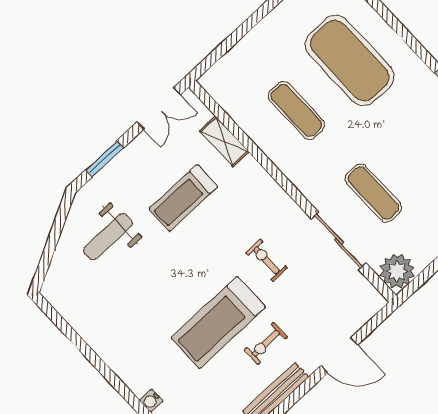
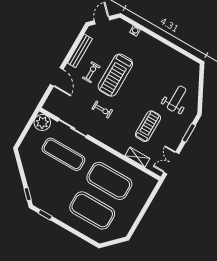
exercise mat: (296, 110) -> (109, 181), width x2.00, depth x1.45
exercise mat: (373, 193) -> (63, 154), width x1.36, depth x1.45
treadmill: (218, 322) -> (115, 75), turned 180
door: (339, 355) -> (57, 77), swing flipped

